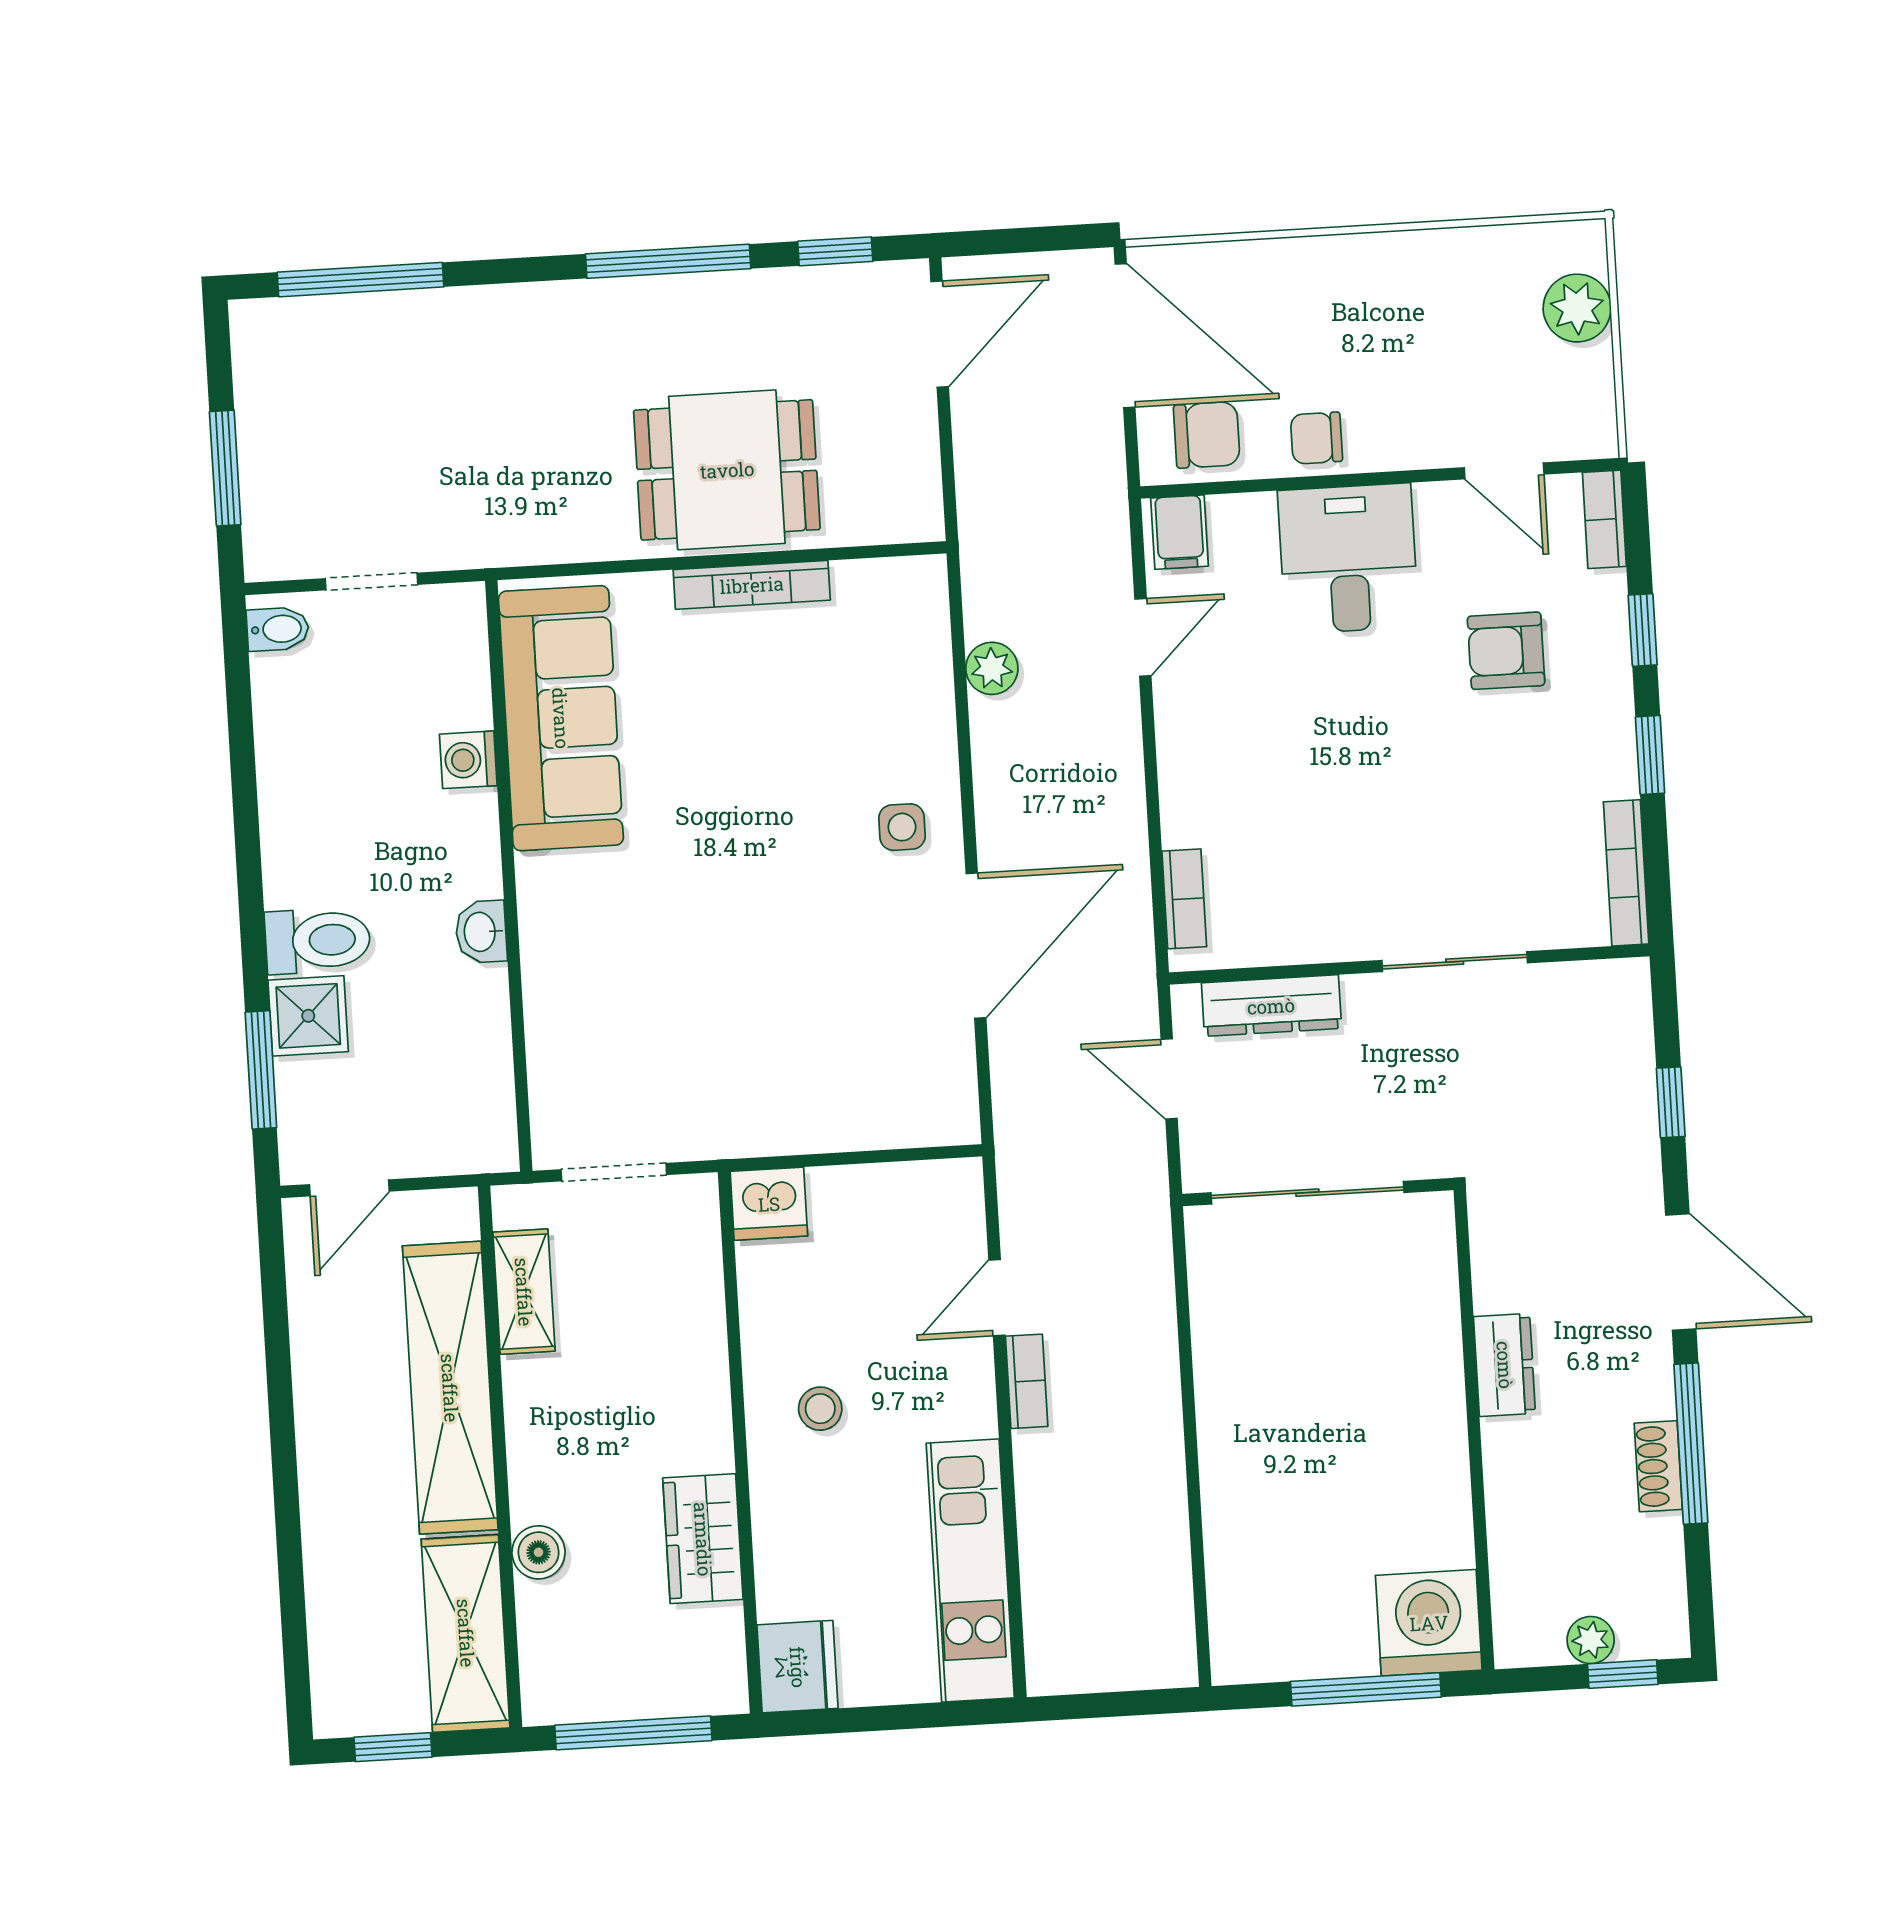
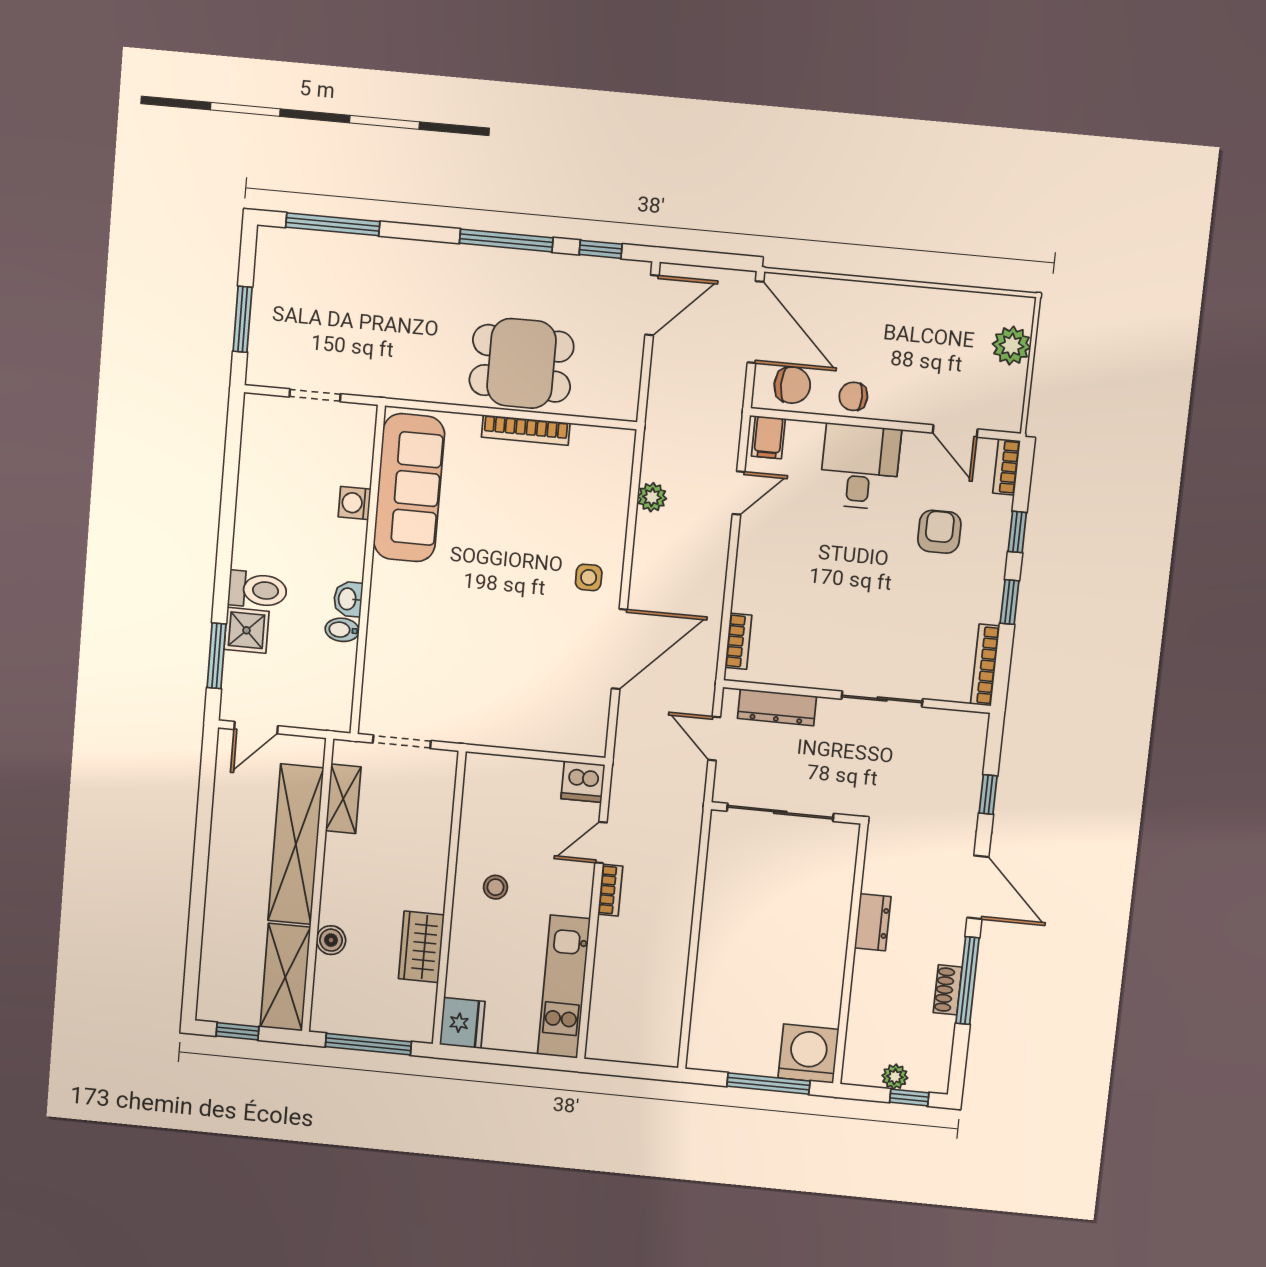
bidet: (278, 629) -> (342, 630), moved, turned 180
armchair: (1506, 651) -> (939, 532), turned 90
dishwasher: (769, 1204) -> (583, 782), moved

